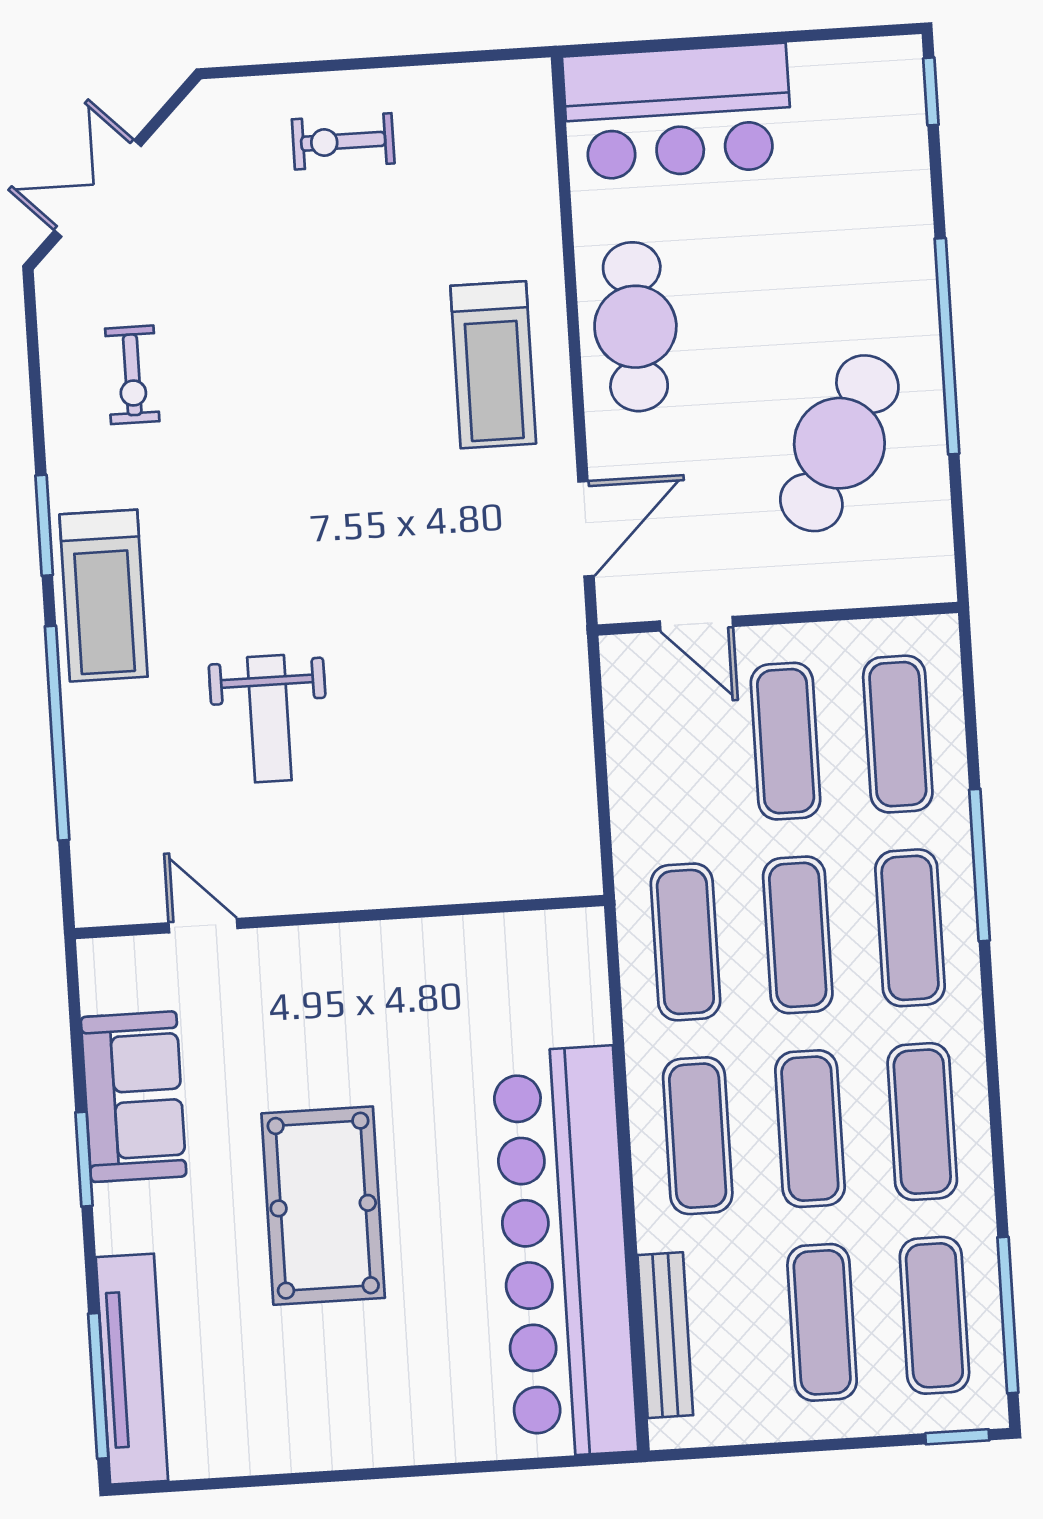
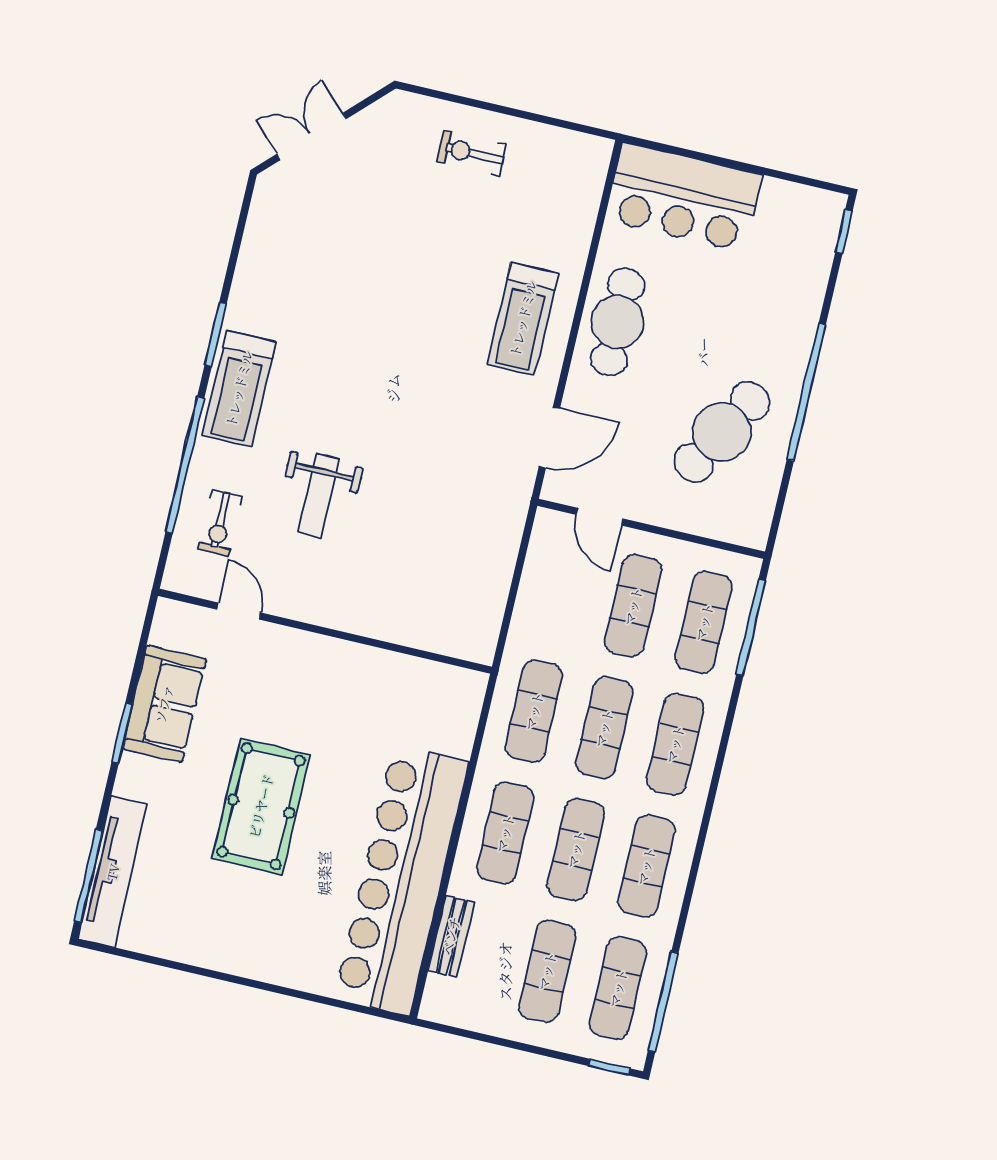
exercise bike: (132, 375) -> (220, 523), moved
window: (980, 865) -> (751, 627), moved
bench: (665, 1335) -> (451, 936), width x0.73

